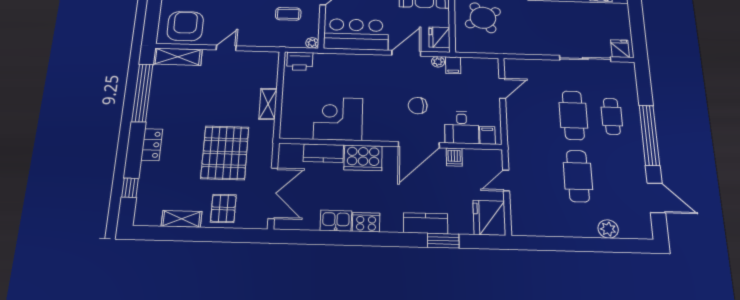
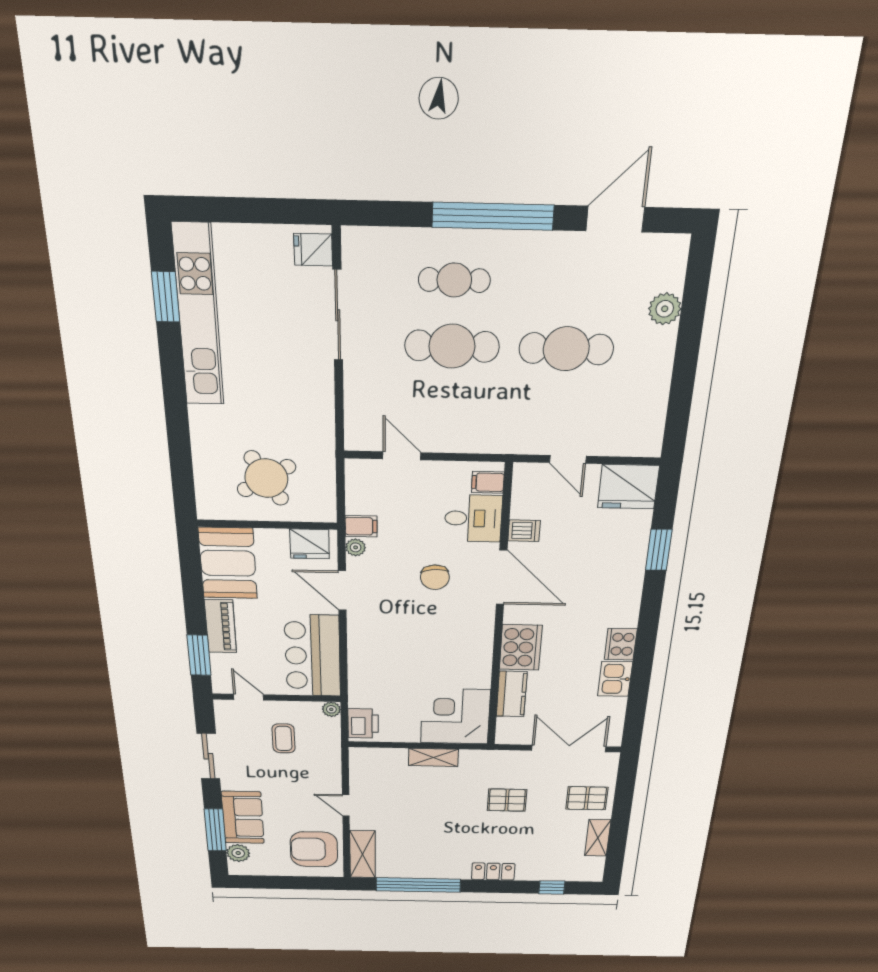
corner desk: (338, 119) -> (455, 716), moved, turned 90
pallet: (225, 153) -> (507, 800), width x0.49, depth x0.50
kitchen counter: (426, 223) -> (629, 572), removed

